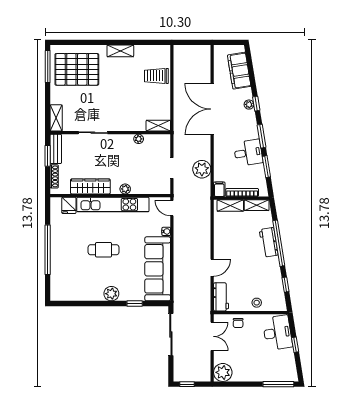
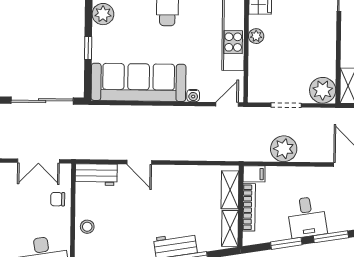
plant: (139, 139) -> (323, 90), moved, width x1.87, depth x1.87

